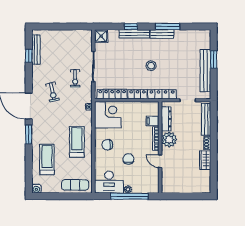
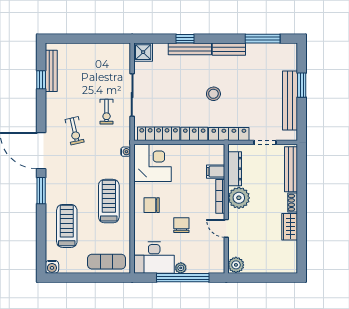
window: (168, 27) -> (263, 39), moved
plant: (167, 187) -> (236, 265), added

